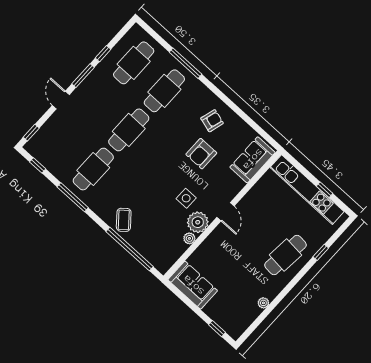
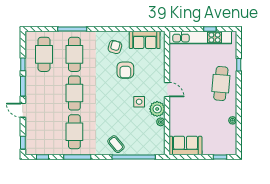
sofa: (253, 160) -> (145, 40), moved, turned -90

